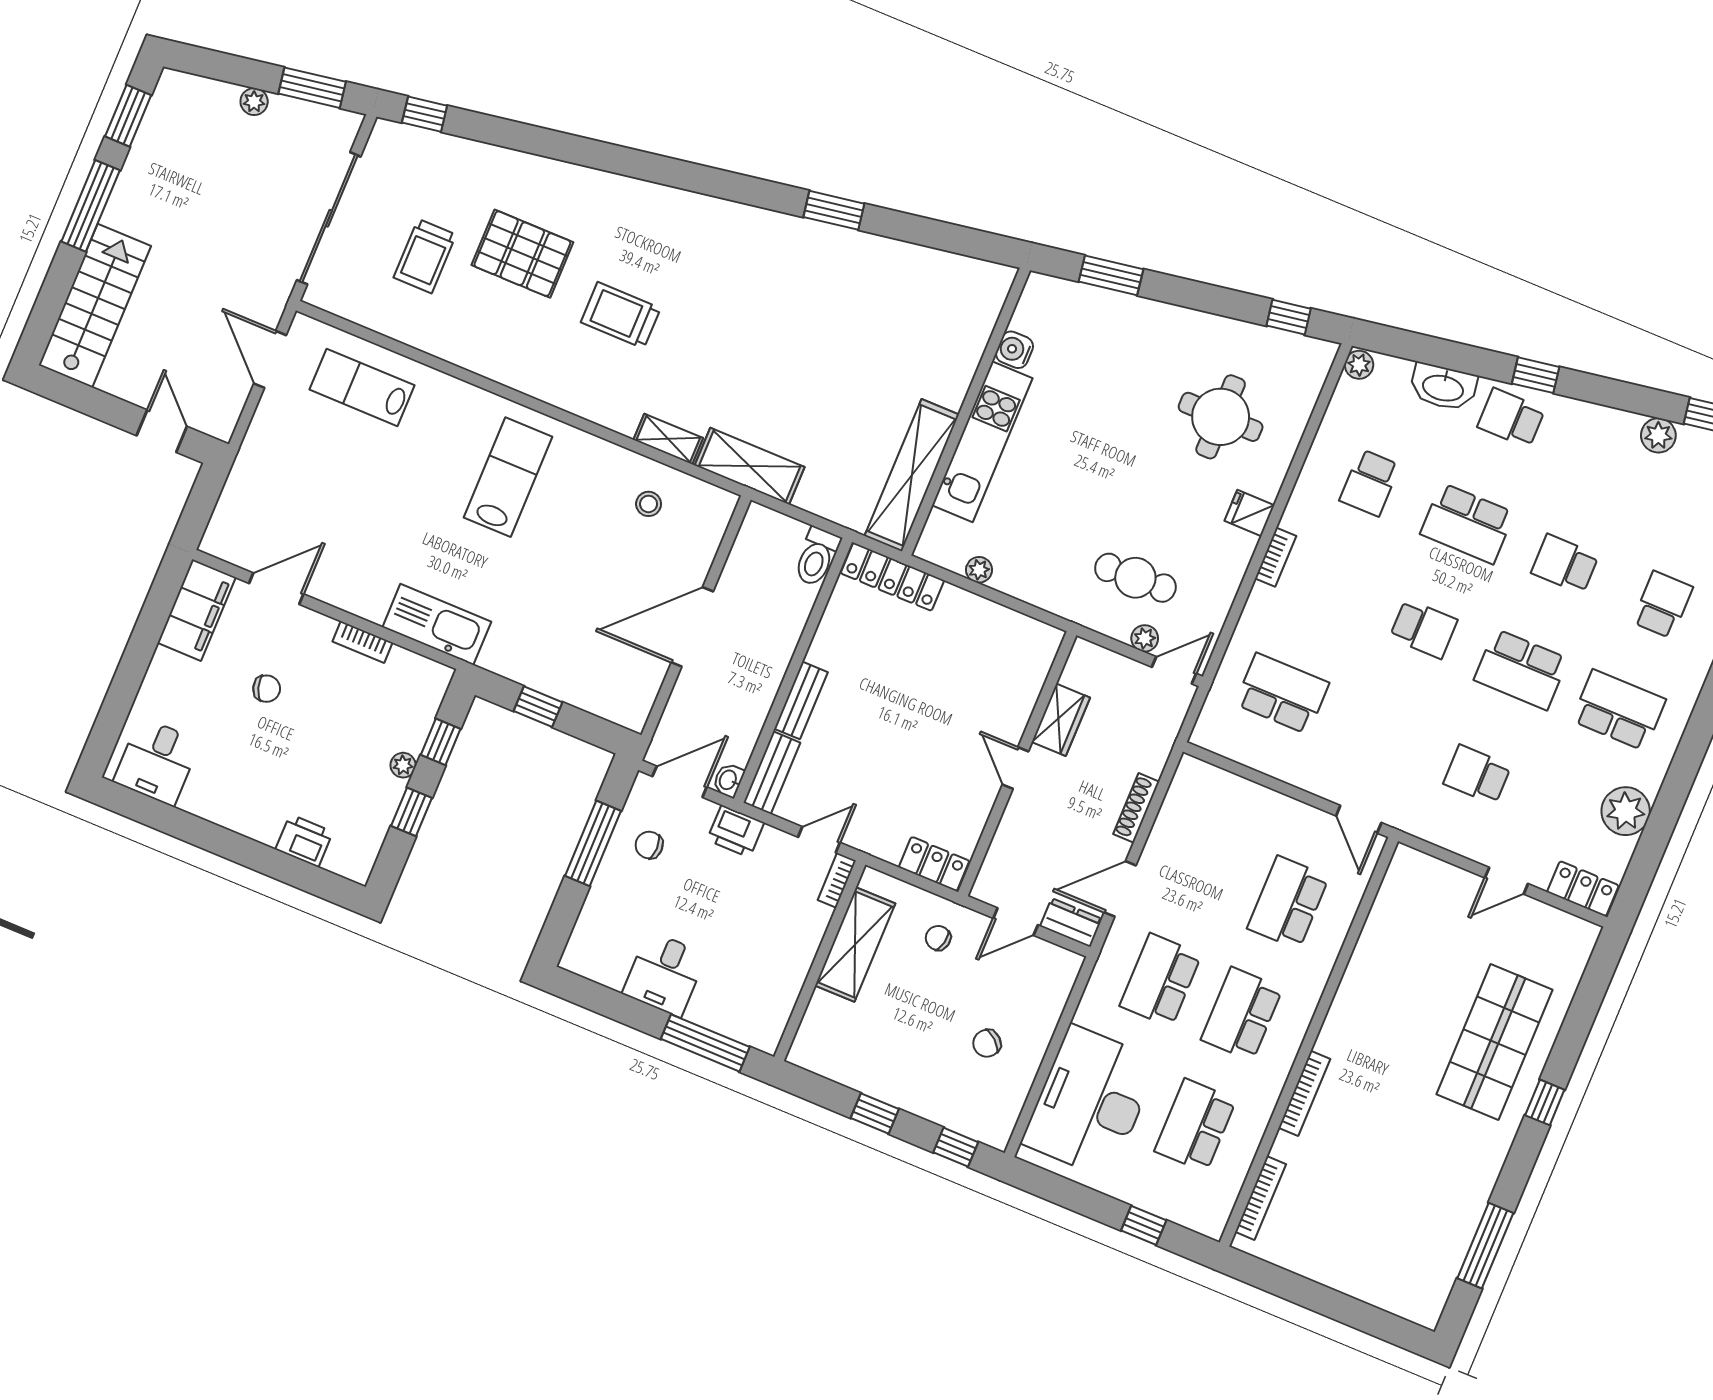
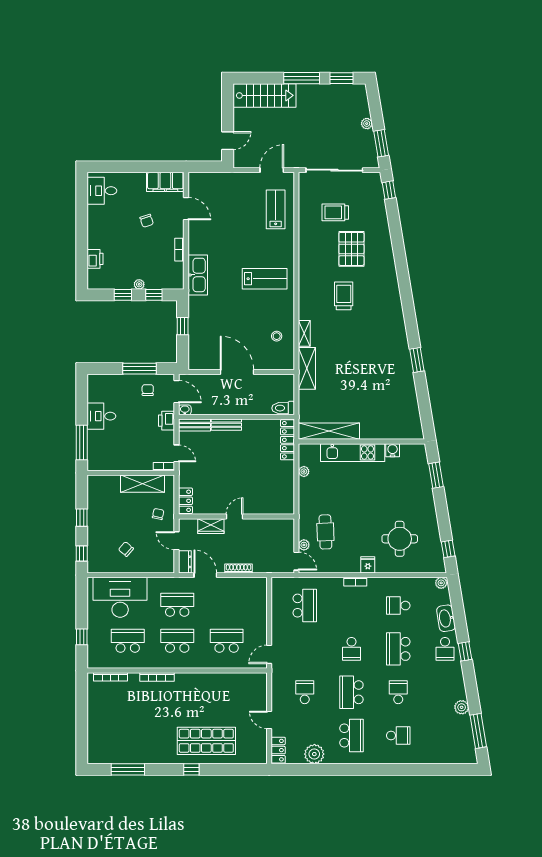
school desk: (1511, 418) -> (445, 649), turned 180
wardrobe: (1061, 720) -> (211, 526), moved

